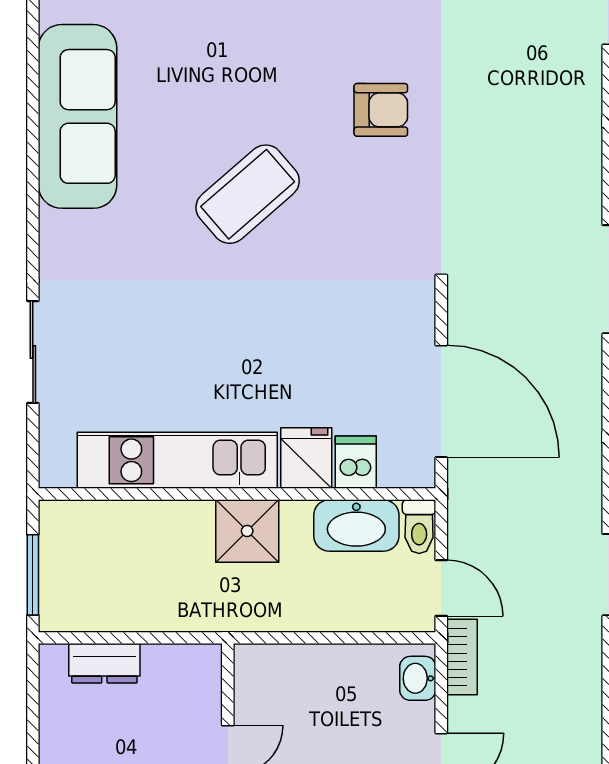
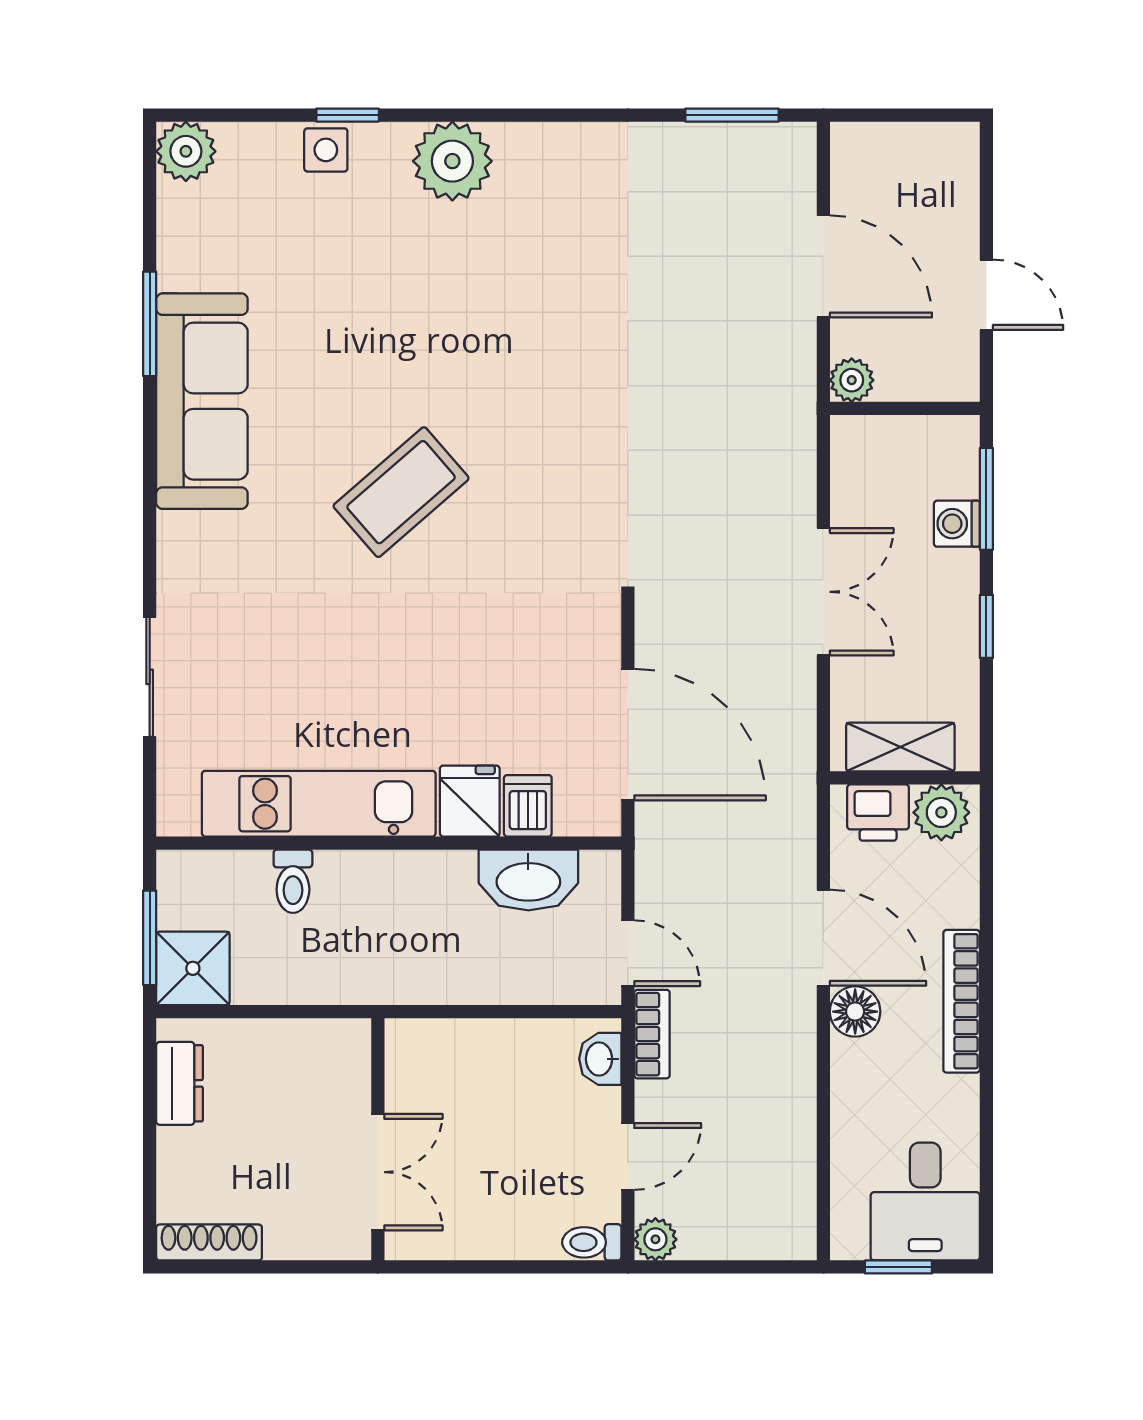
window: (33, 50) -> (150, 324), added
armchair: (381, 110) -> (557, 393), removed
toilet: (419, 527) -> (293, 881), moved
shower: (247, 531) -> (193, 968), moved
dresser: (104, 663) -> (179, 1083), moved, turned -90

